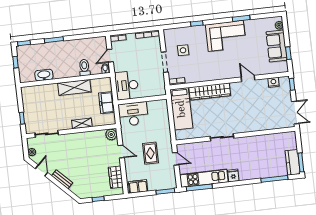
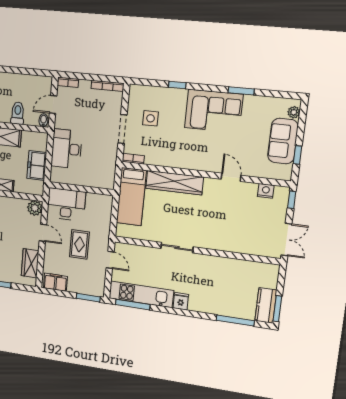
wall: (142, 100) -> (81, 189), moved
desk: (133, 114) -> (66, 204), moved

